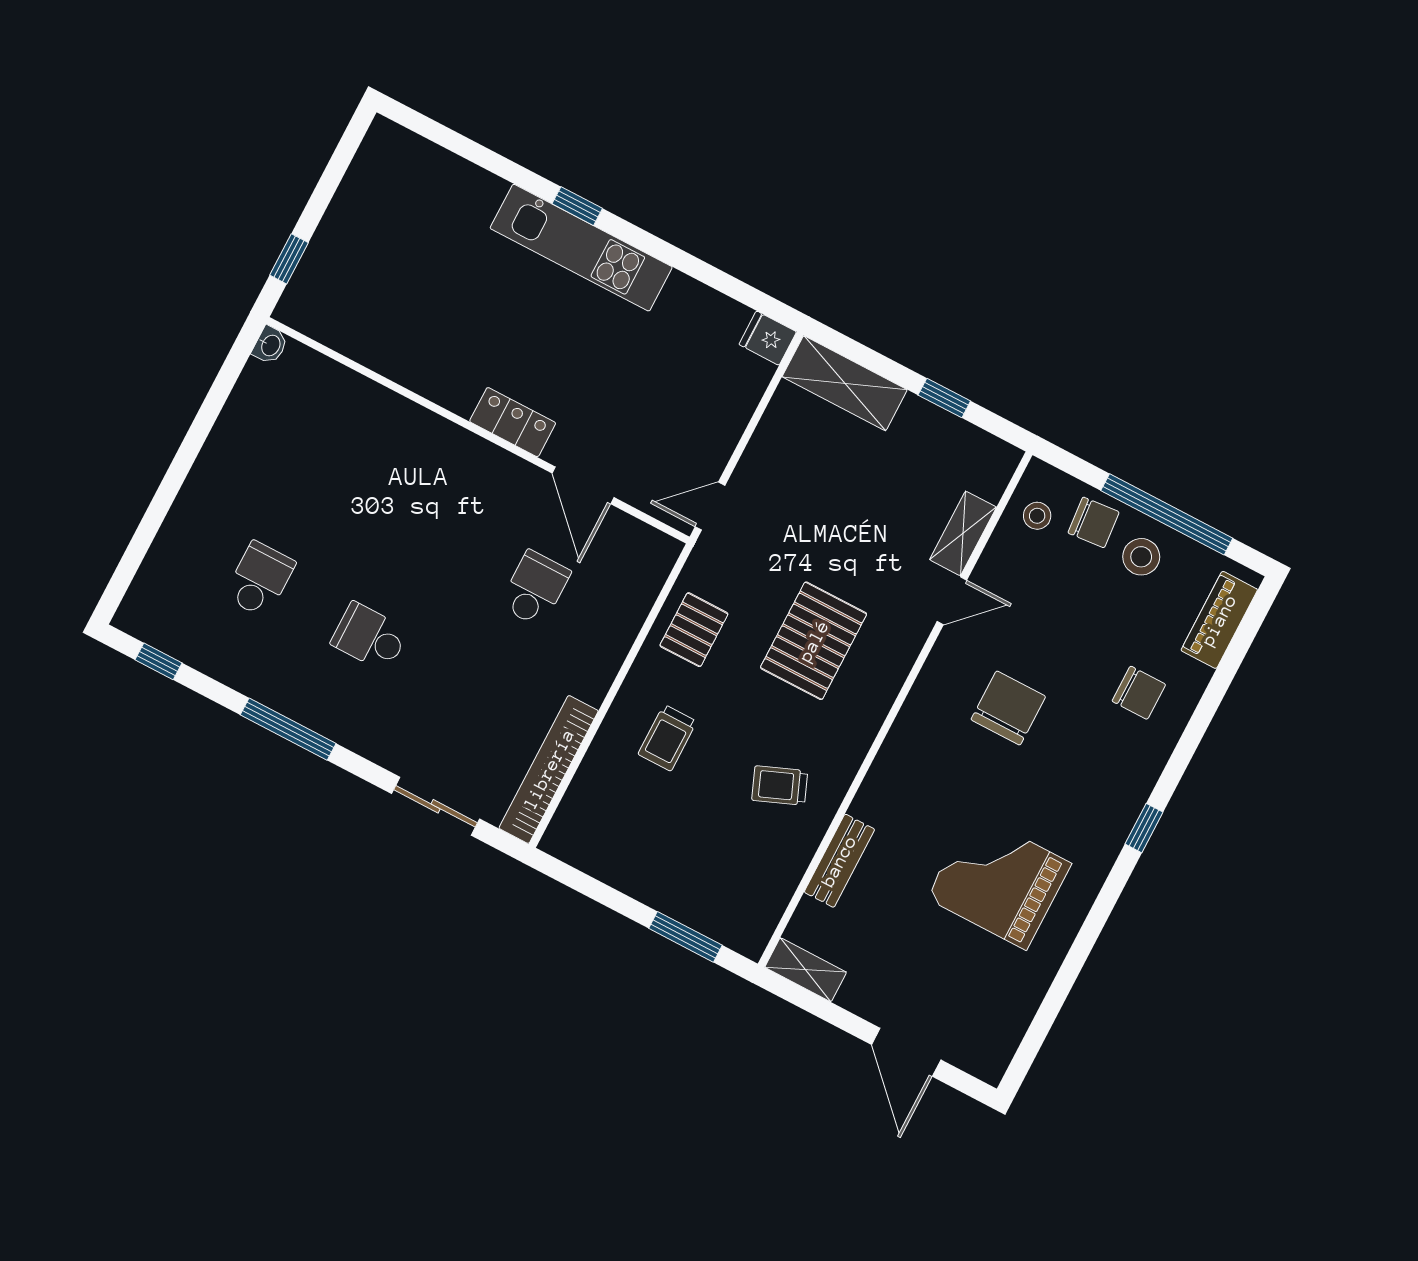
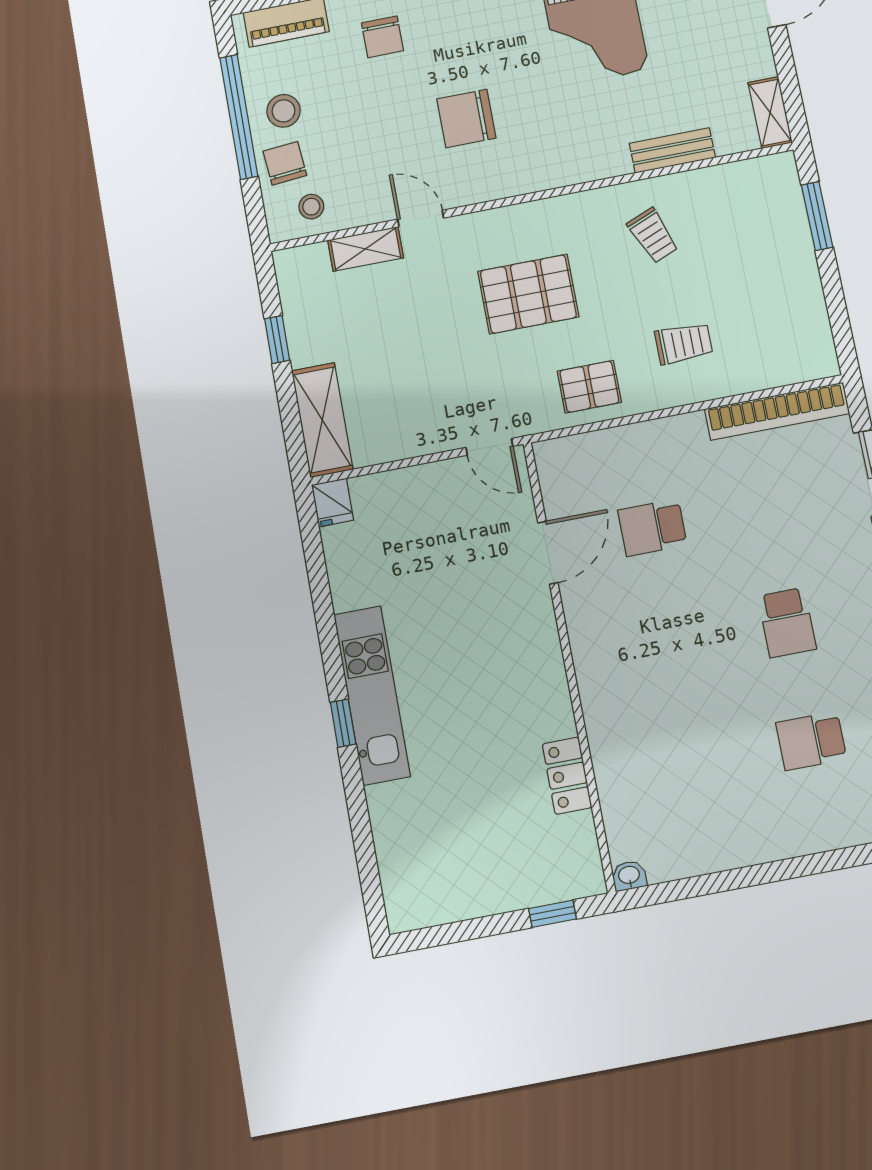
locker: (513, 422) -> (567, 776), moved
chair: (1139, 693) -> (382, 37), turned 180

